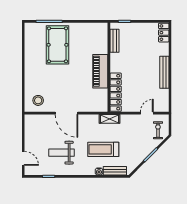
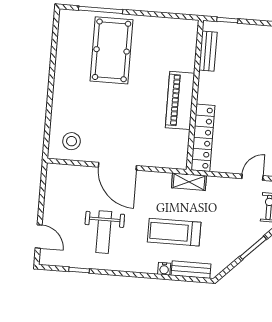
weight bench: (62, 153) -> (104, 232), turned -90

